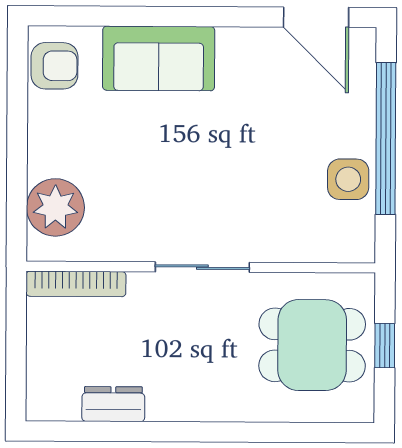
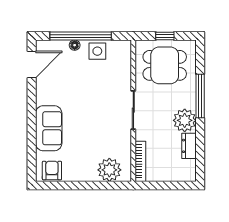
floor lamp: (363, 123) -> (75, 45), added
dining table: (312, 345) -> (165, 65), turned 90
plant: (176, 393) -> (185, 120), added
window: (236, 432) -> (200, 96), added

